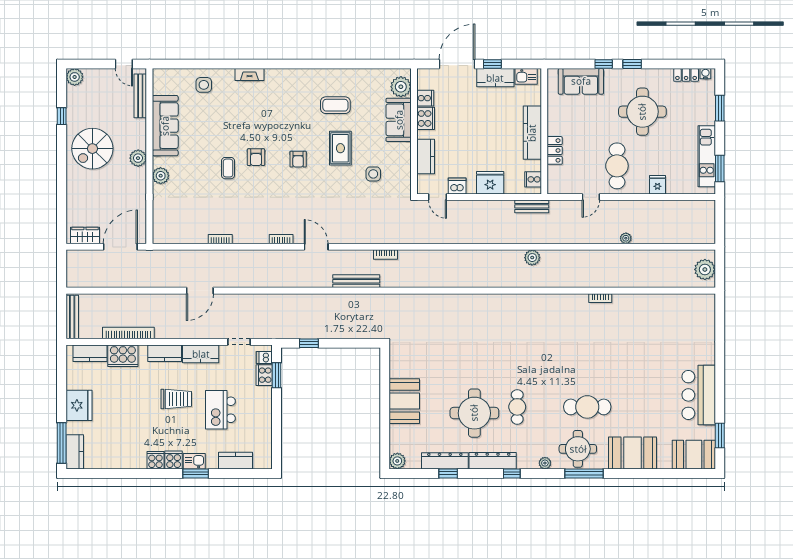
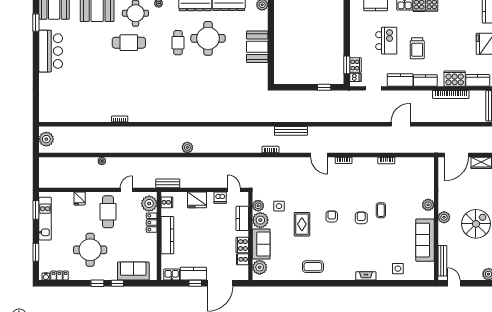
coffee table: (335, 105) -> (313, 267), moved
plant: (400, 154) -> (260, 220), added
plant: (403, 175) -> (258, 206), added
plant: (558, 178) -> (149, 204), added
plant: (532, 258) -> (187, 147), moved
trolley: (176, 399) -> (417, 48), turned -90

